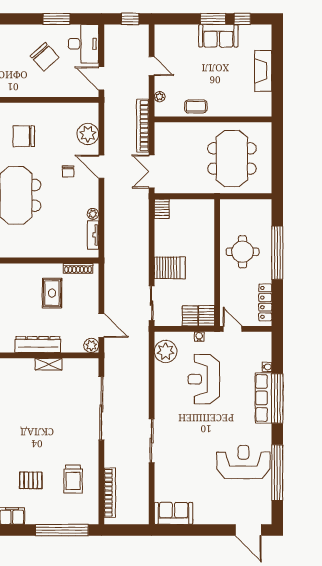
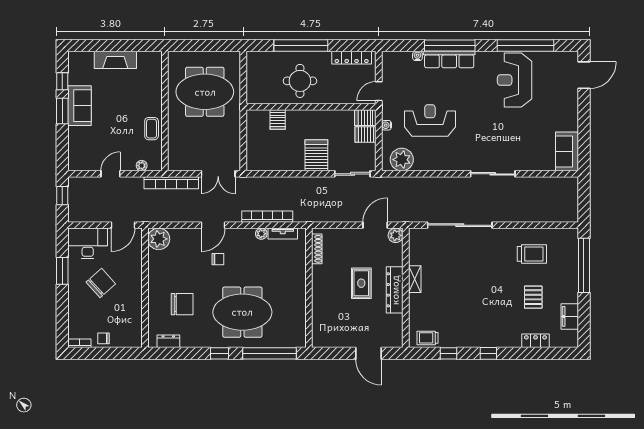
plant: (88, 134) -> (159, 239), moved
chair: (24, 136) -> (182, 304), turned -90
server rack: (162, 209) -> (278, 120), moved, turned 90
rug: (52, 293) -> (361, 283), moved, turned 90
reception desk: (204, 379) -> (430, 121), turned 180
bookcase: (110, 493) -> (267, 217), moved

